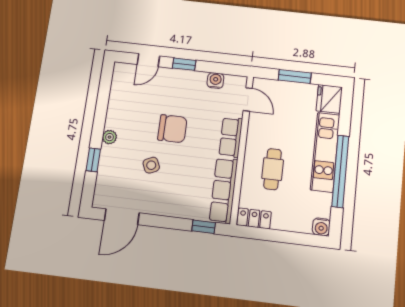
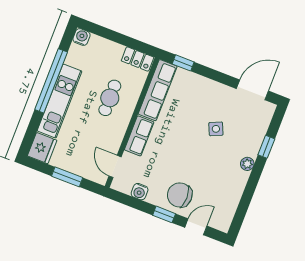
chair: (172, 129) -> (180, 195), moved

